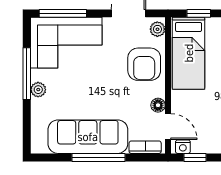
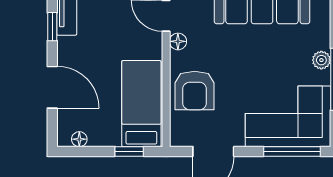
plant: (157, 29) -> (179, 132), removed
armchair: (144, 64) -> (195, 91), turned 180

